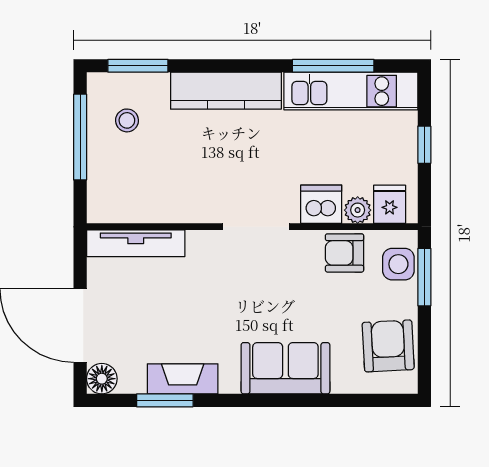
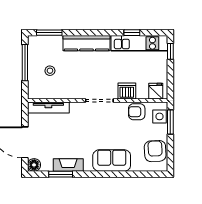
window: (333, 66) -> (132, 33), width x0.46
stool: (127, 120) -> (50, 71), moved
window: (424, 145) -> (170, 51), moved
plant: (358, 210) -> (142, 94), removed

